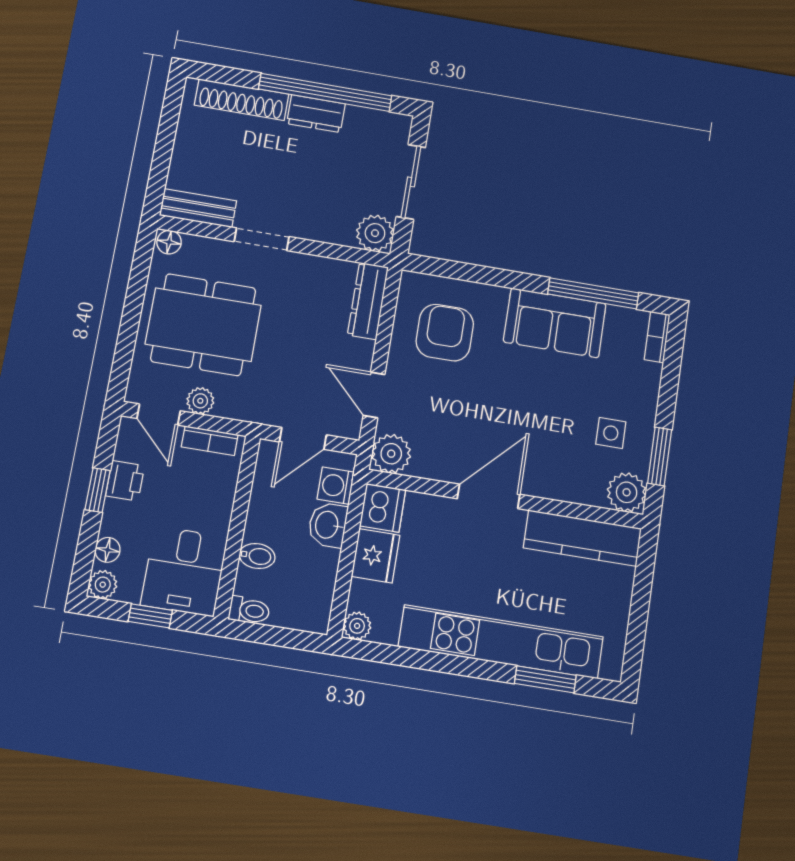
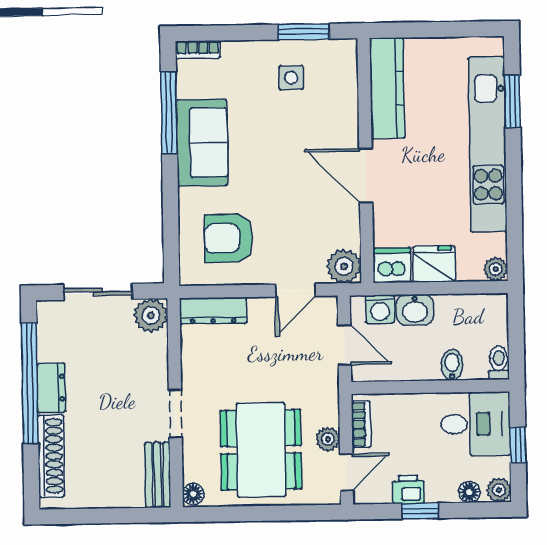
plant: (627, 492) -> (340, 56), removed

